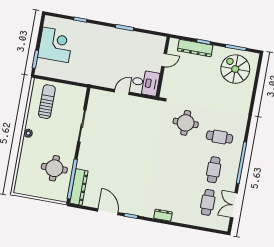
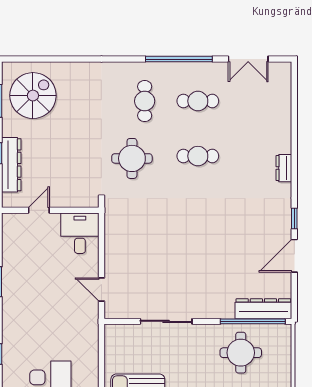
door: (164, 60) -> (39, 210), hinge flipped
spiral stairs: (235, 69) -> (33, 96), turned 180
door: (122, 92) -> (101, 290), moved
cafe table: (208, 202) -> (198, 156), moved

